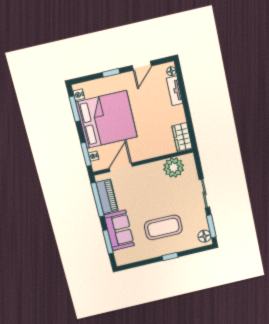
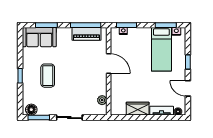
bed: (107, 119) -> (161, 49), width x0.49
wardrobe: (182, 137) -> (138, 109), moved
door: (121, 167) -> (109, 64), moved
plant: (174, 167) -> (102, 100), width x0.53, depth x0.53
coffee table: (163, 227) -> (48, 76), width x0.73, depth x0.76
sofa: (119, 230) -> (39, 37), moved

